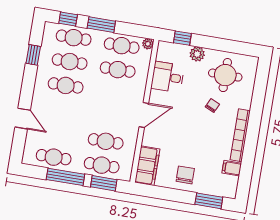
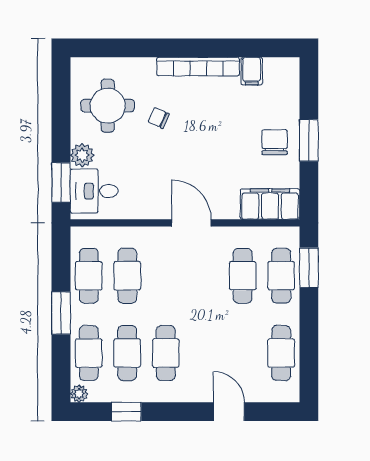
window: (68, 19) -> (61, 367), removed
window: (182, 38) -> (61, 183), width x1.50
plant: (148, 44) -> (79, 394), moved
desk: (168, 77) -> (94, 191), moved, turned 90
door: (23, 119) -> (229, 412), hinge flipped
chair: (185, 175) -> (275, 142), turned 90
window: (65, 177) -> (309, 329), removed
window: (209, 201) -> (309, 140), moved

